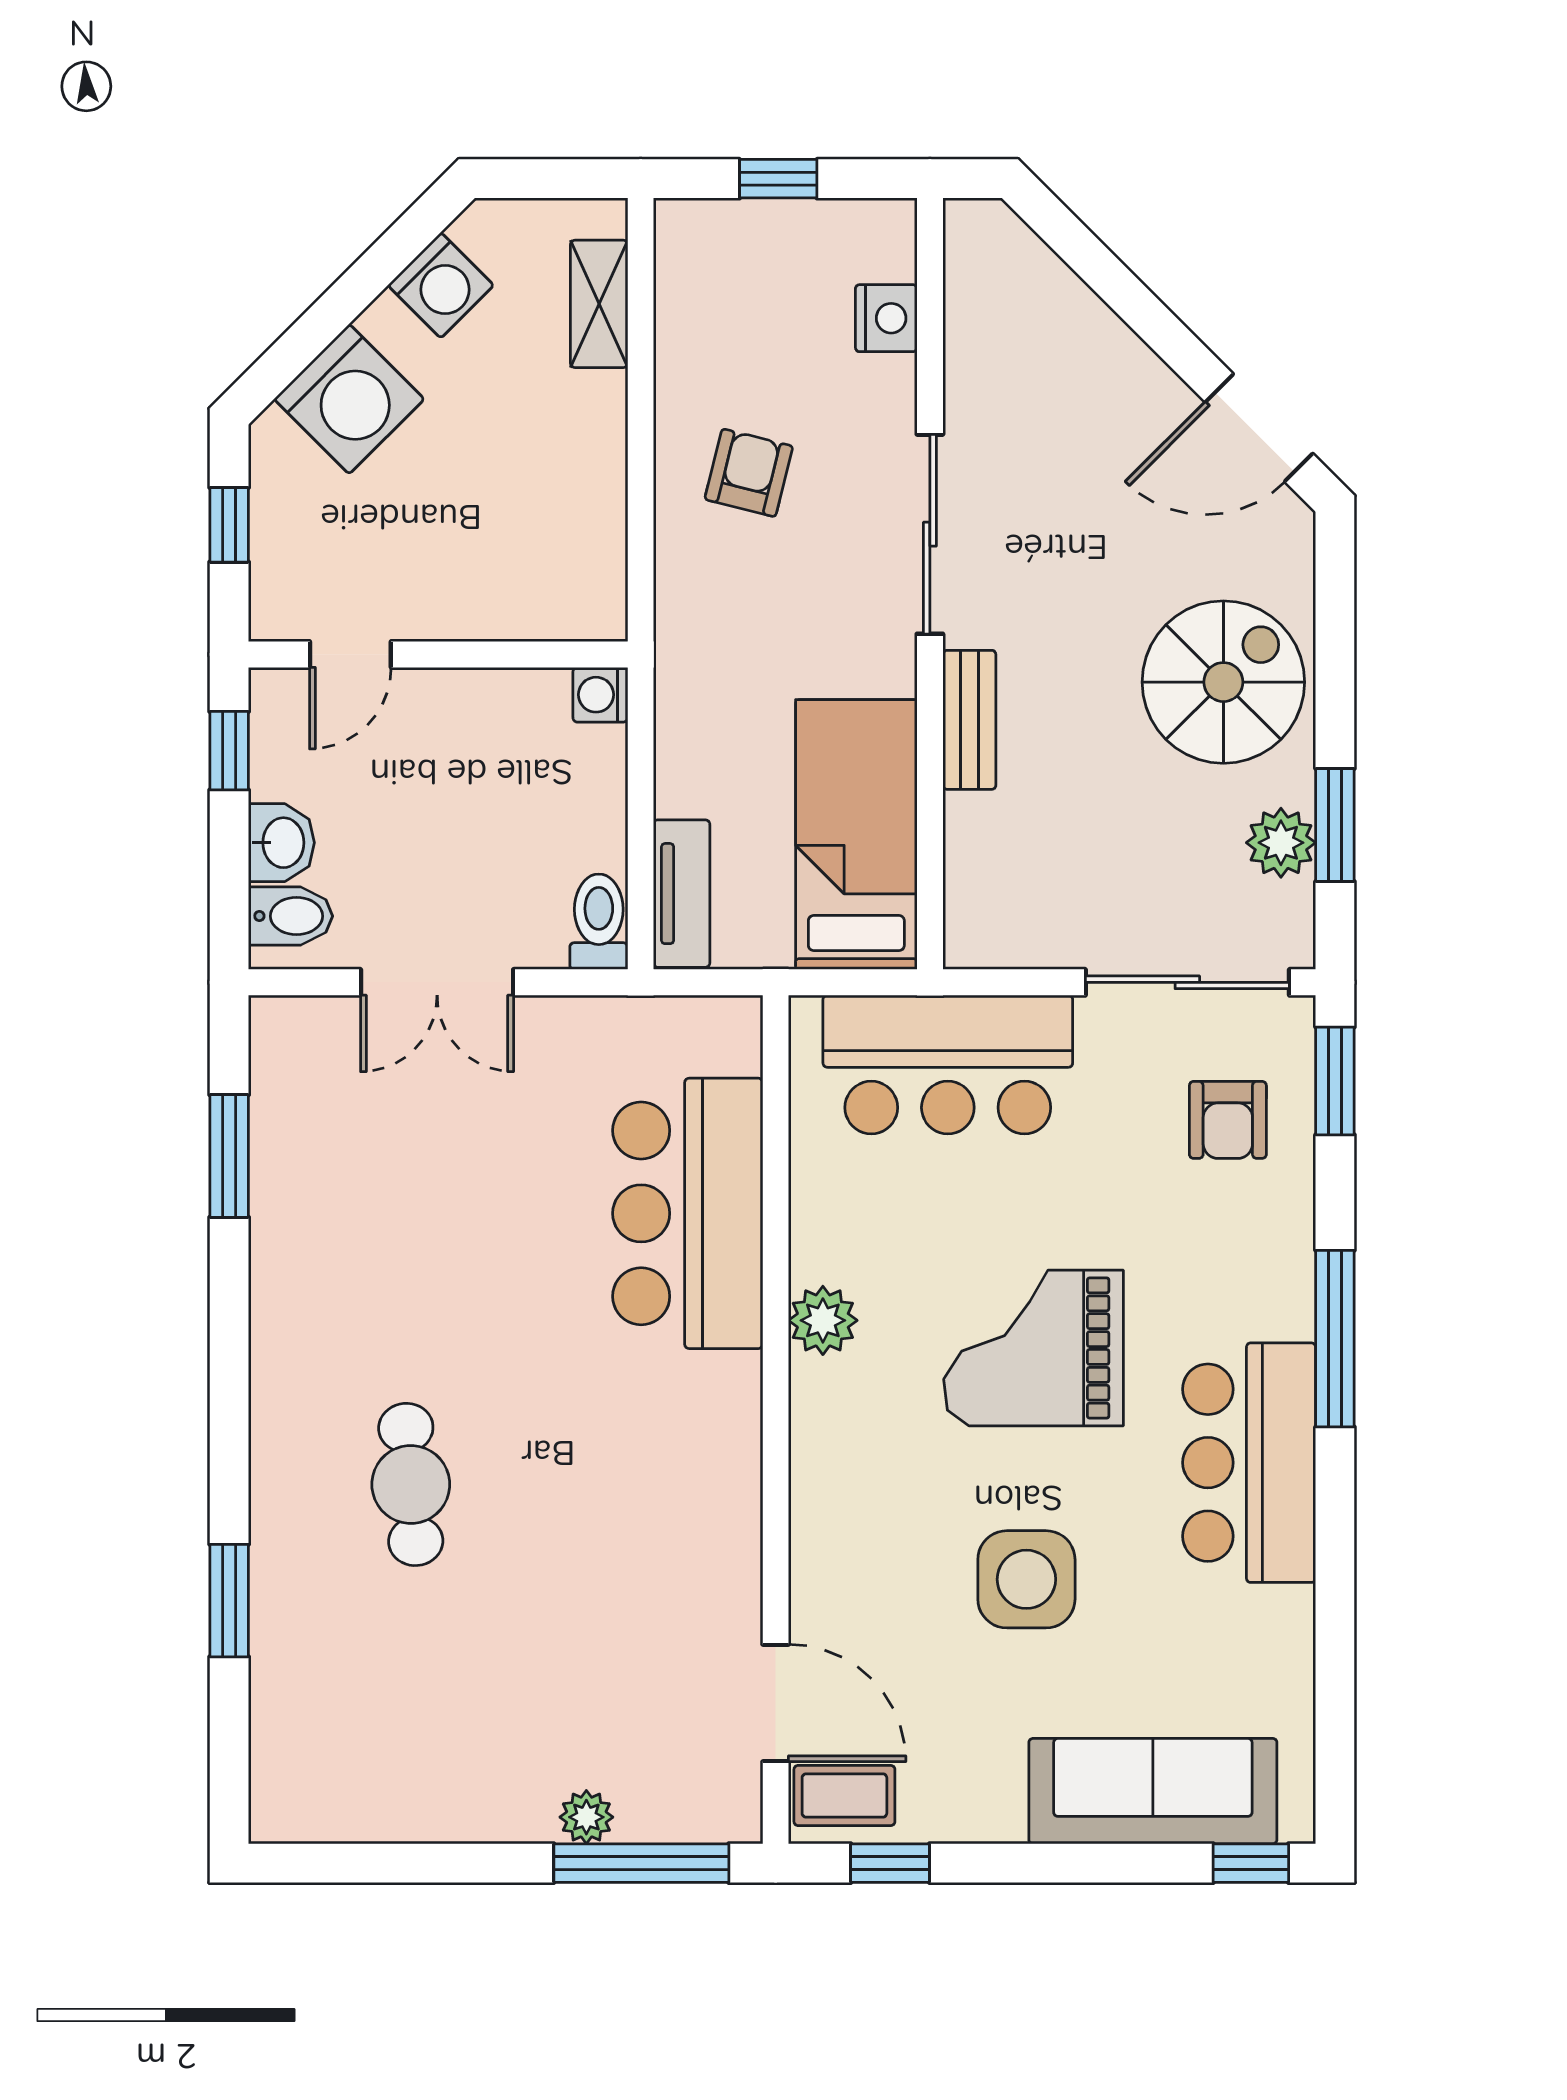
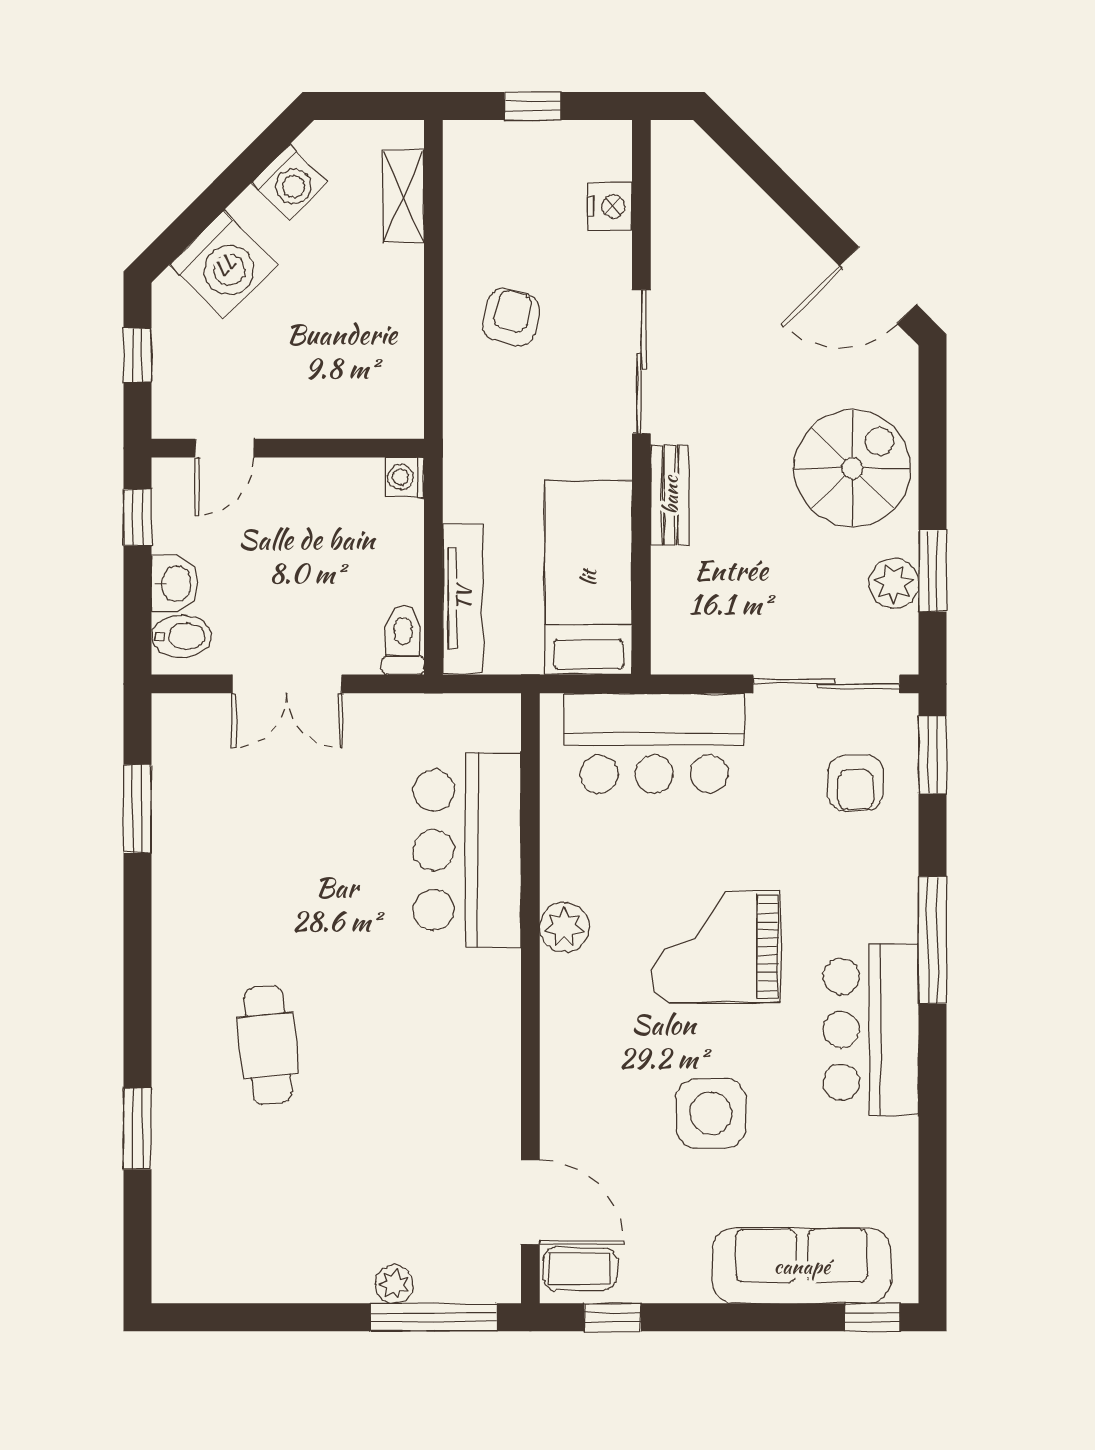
tv unit: (682, 894) -> (463, 598), width x1.41

